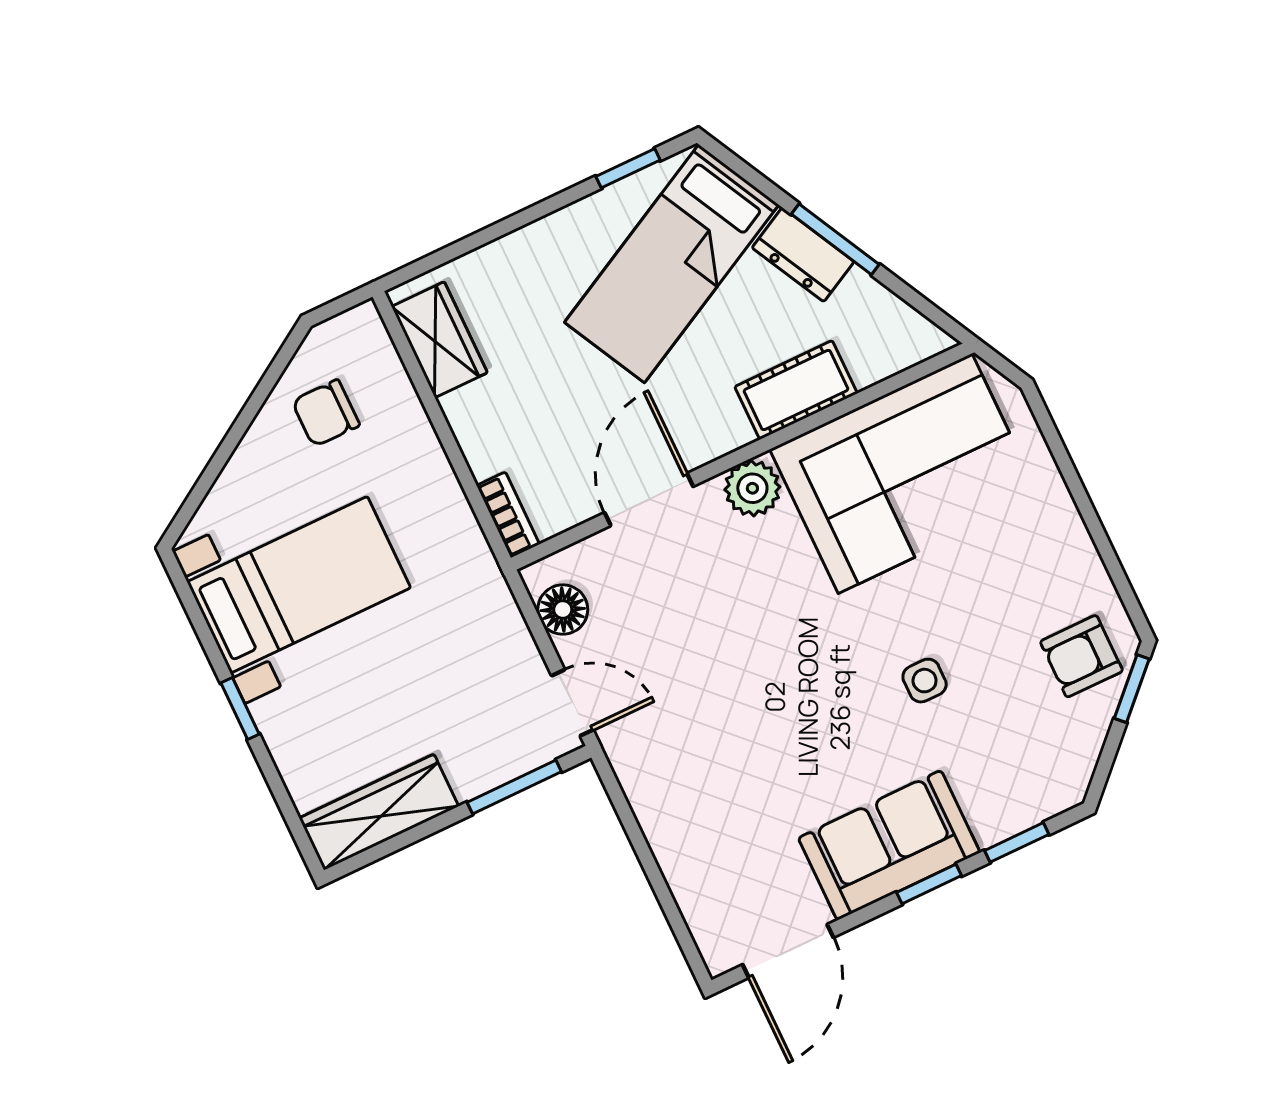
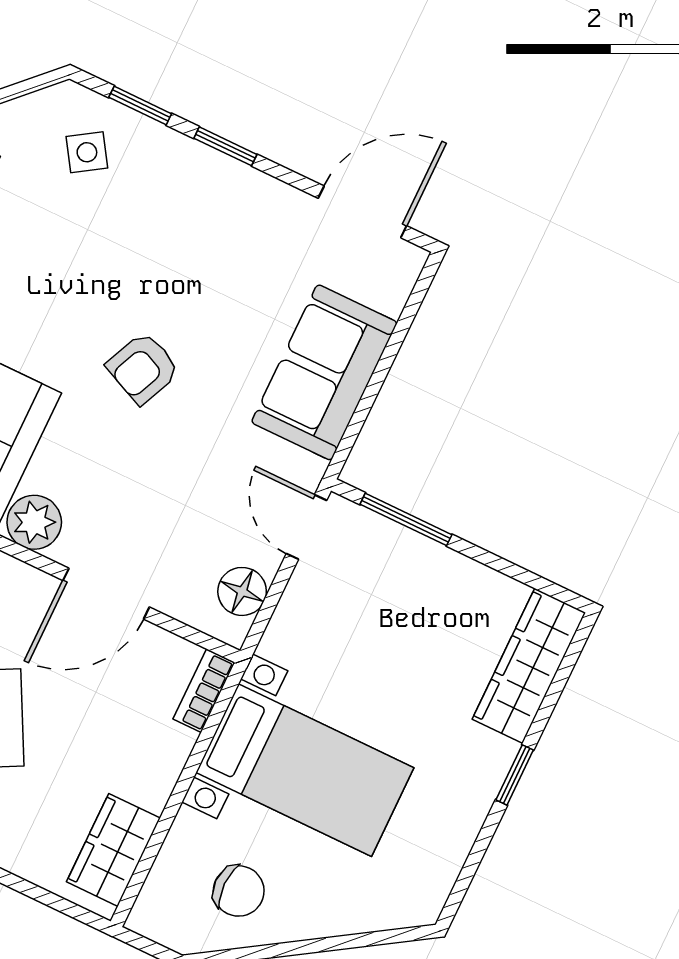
bed with nightstands: (299, 585) -> (305, 770), moved, turned 180
armchair: (805, 675) -> (143, 368), added
side table: (925, 681) -> (87, 152), moved, turned -33
wardrobe: (379, 812) -> (529, 666), moved, turned 90
sofa: (889, 845) -> (324, 372), moved, turned 90

